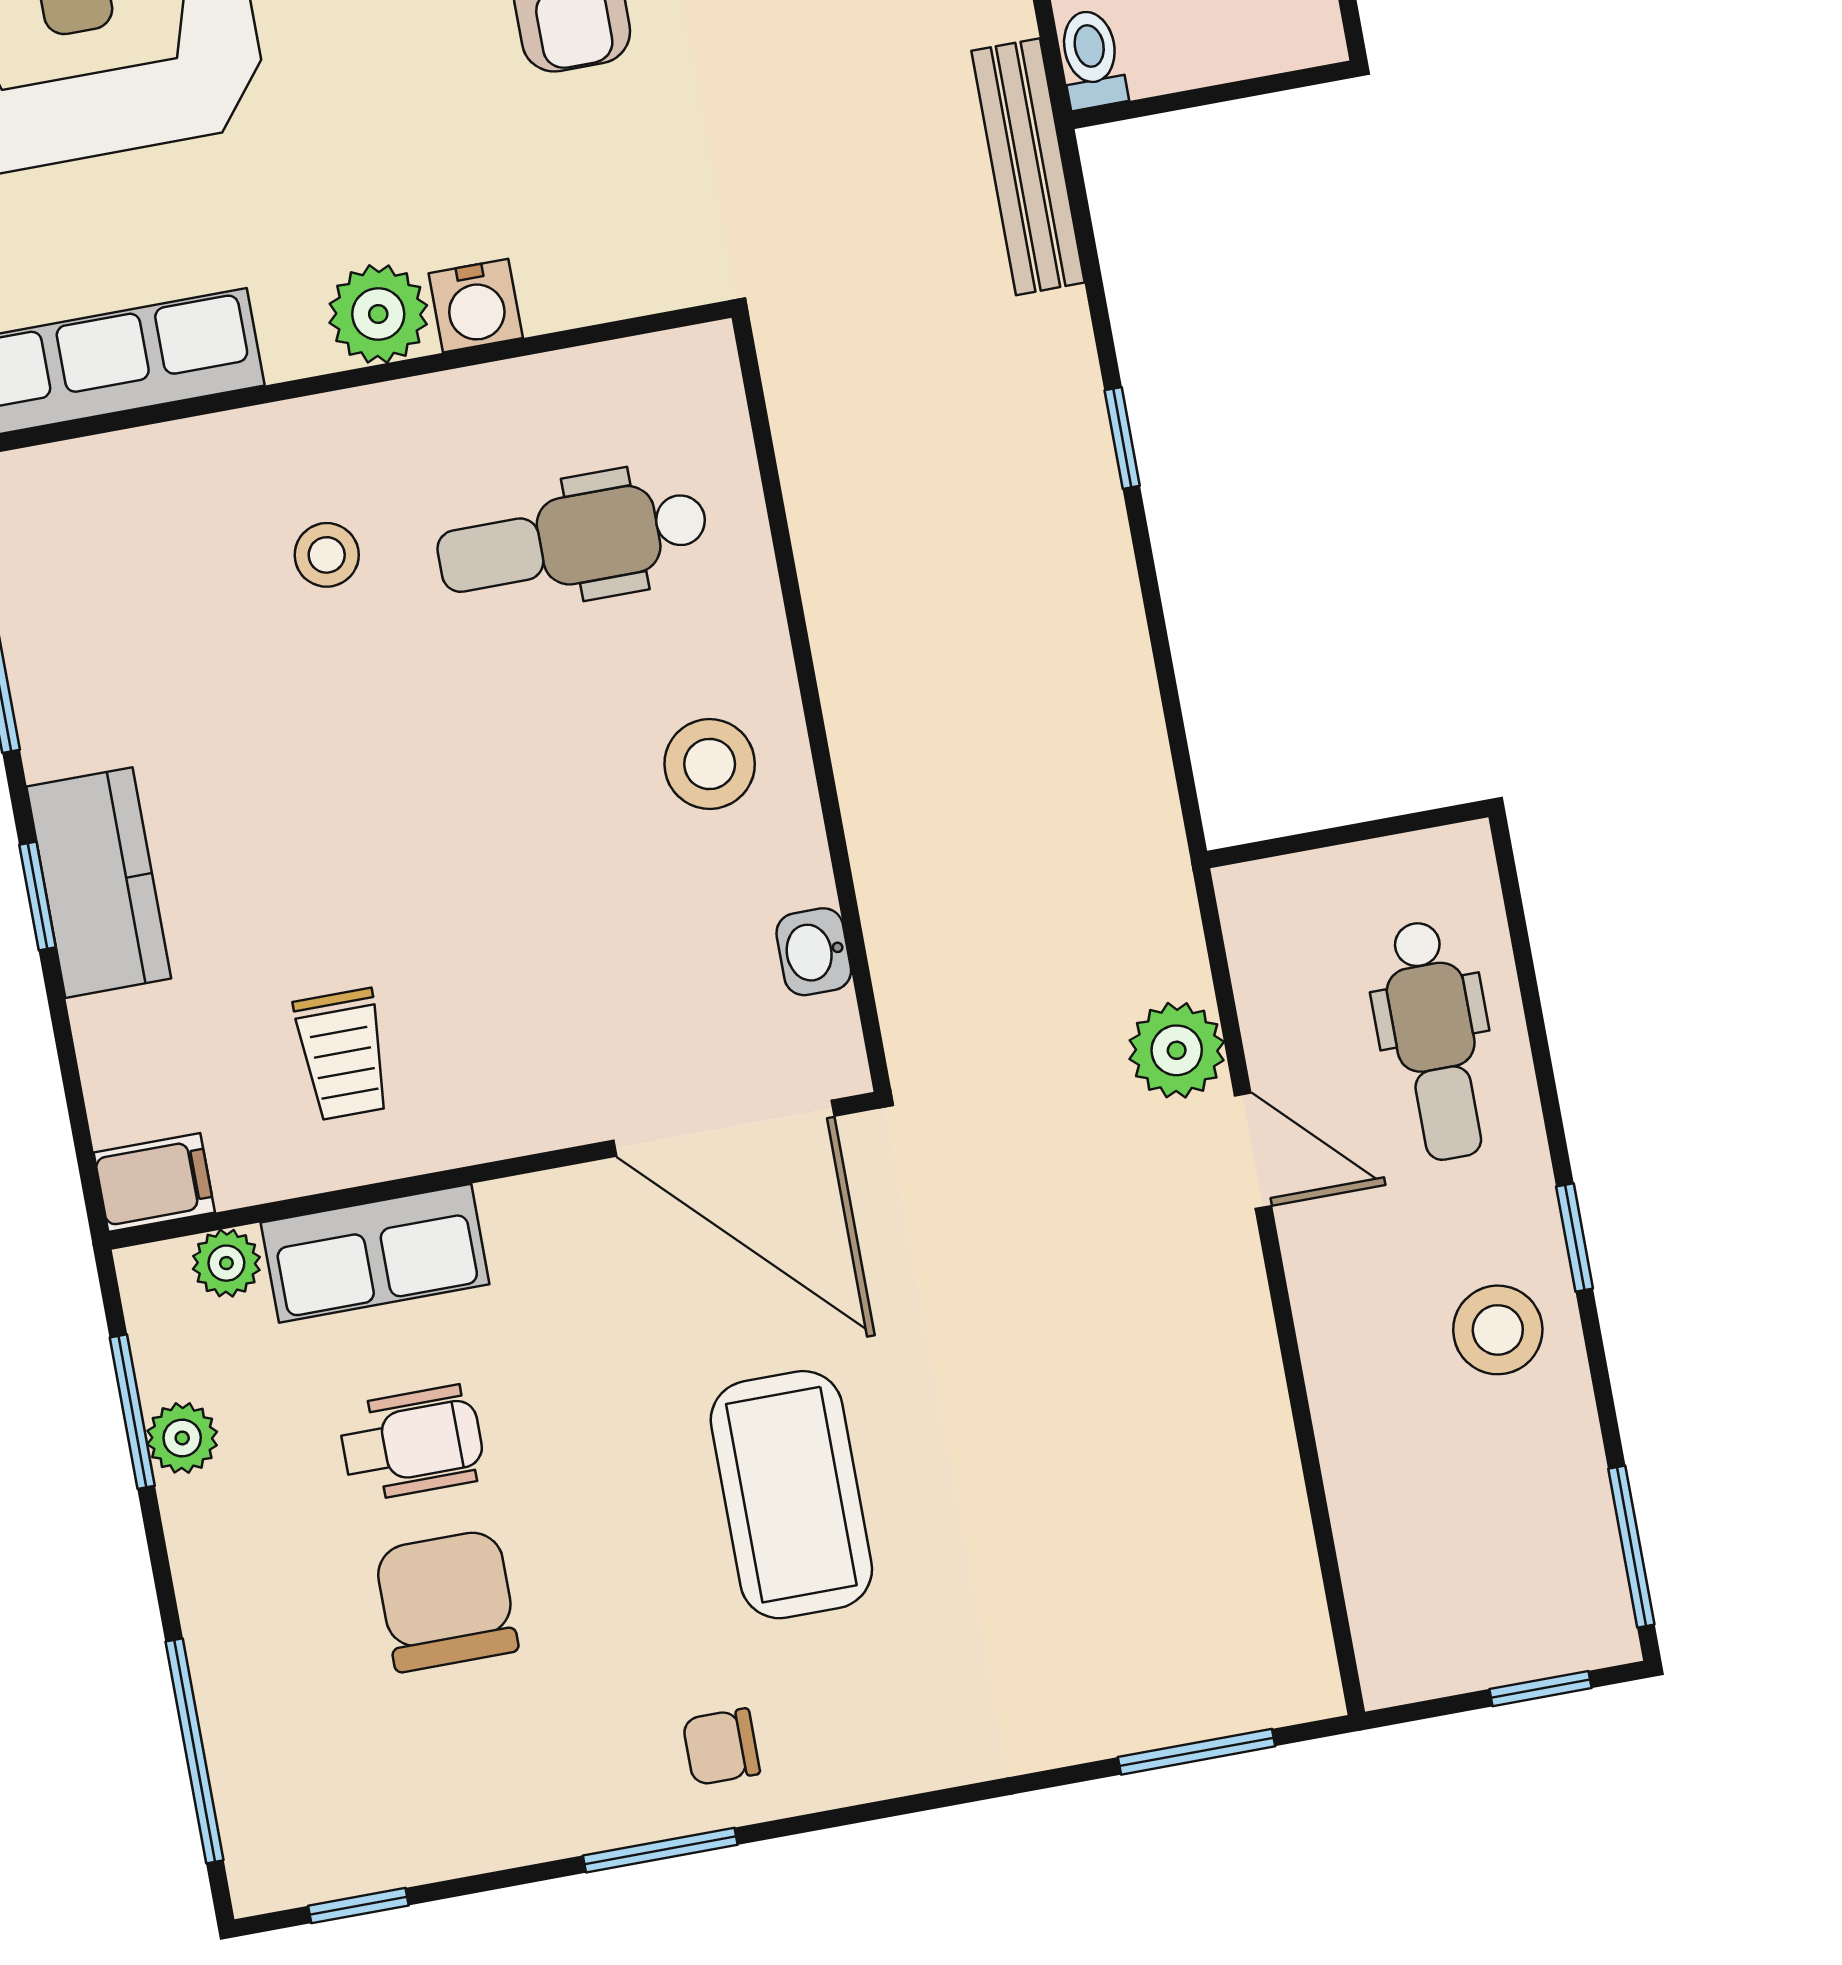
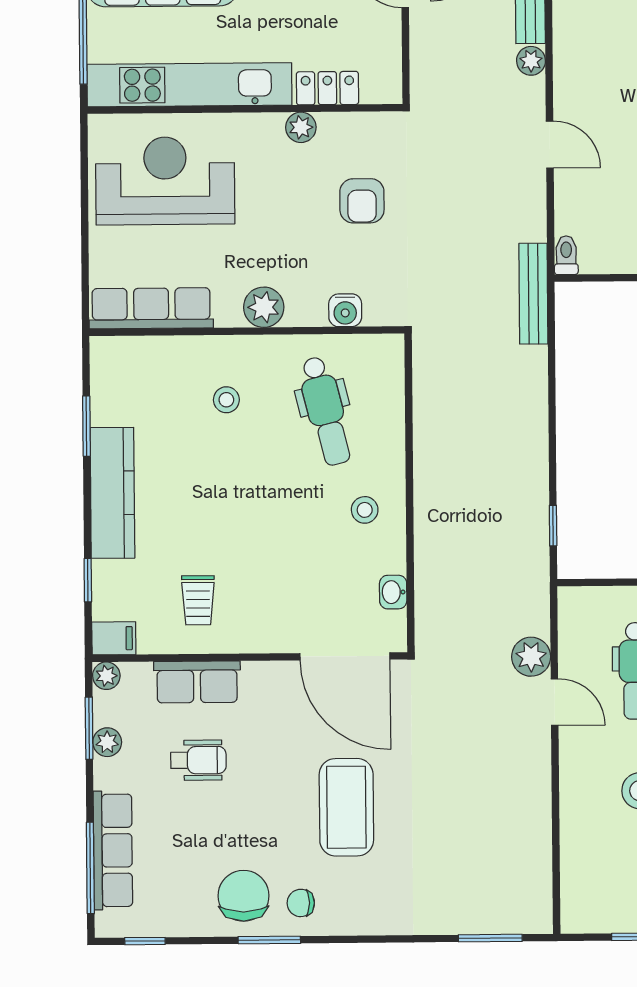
water cooler: (476, 306) -> (345, 310), moved
window: (1122, 438) -> (553, 526), moved
dental chair: (572, 540) -> (325, 411), turned -104
stool: (710, 764) -> (365, 510), width x0.73, depth x0.73
kitchen counter: (99, 883) -> (112, 493), width x1.50
window: (38, 896) -> (88, 580), moved
plant: (226, 1263) -> (106, 676), moved
chair: (446, 1601) -> (244, 896), moved
row of seats: (242, 1699) -> (113, 850), added

